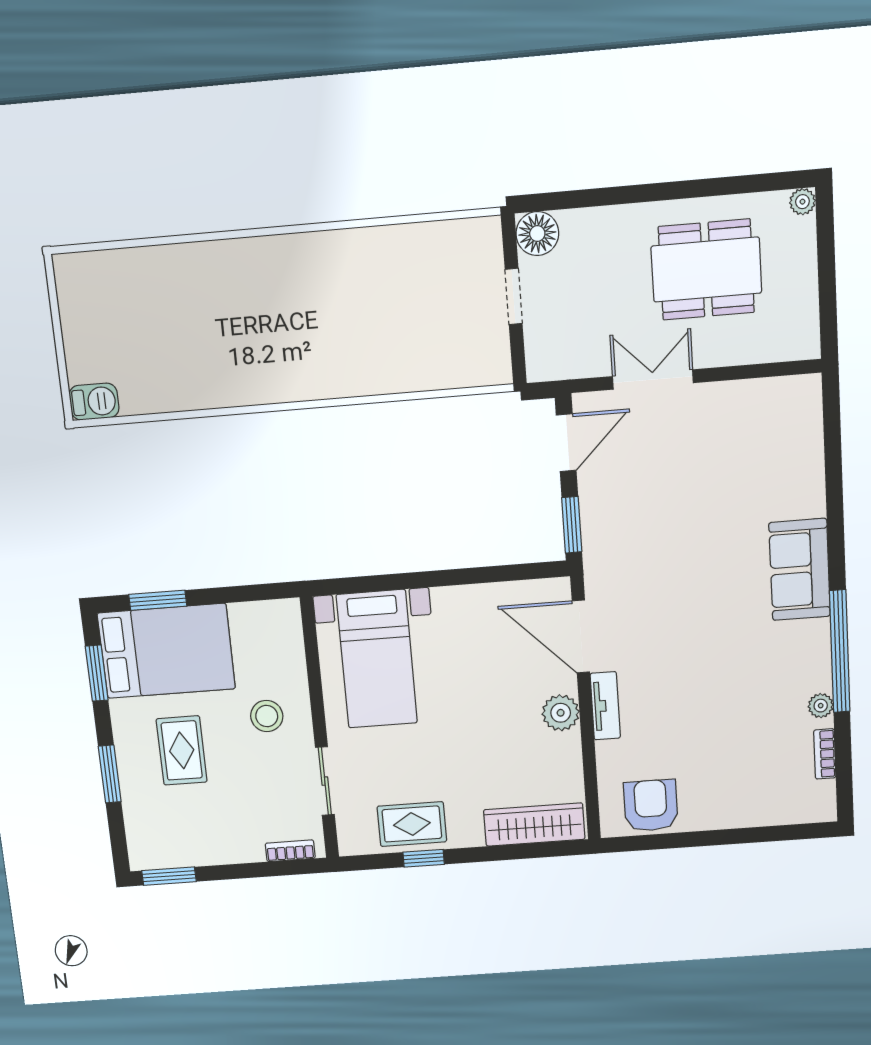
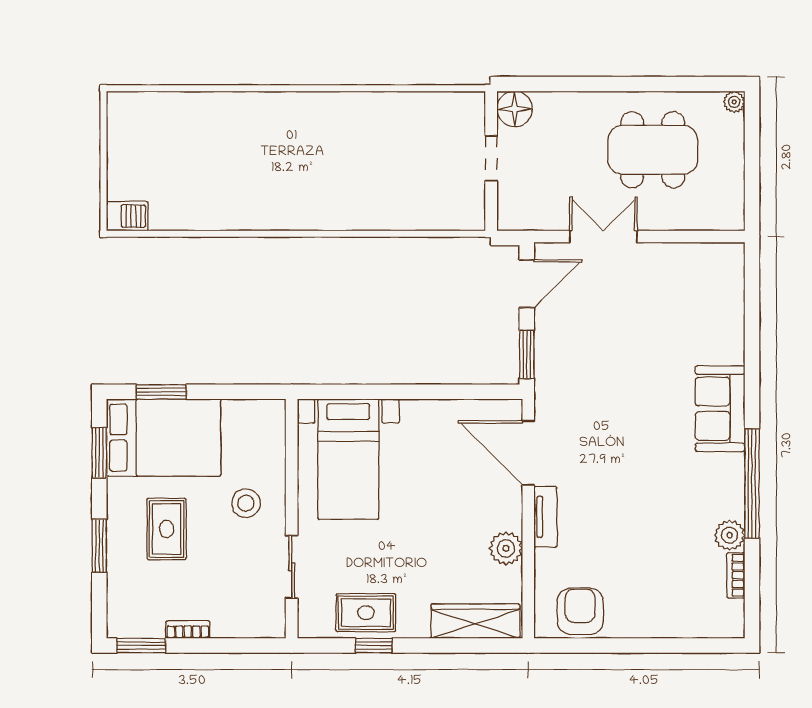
plant: (821, 706) -> (730, 535), width x1.38, depth x1.38
plant: (561, 713) -> (506, 548), moved
bookcase: (290, 851) -> (188, 630), moved

